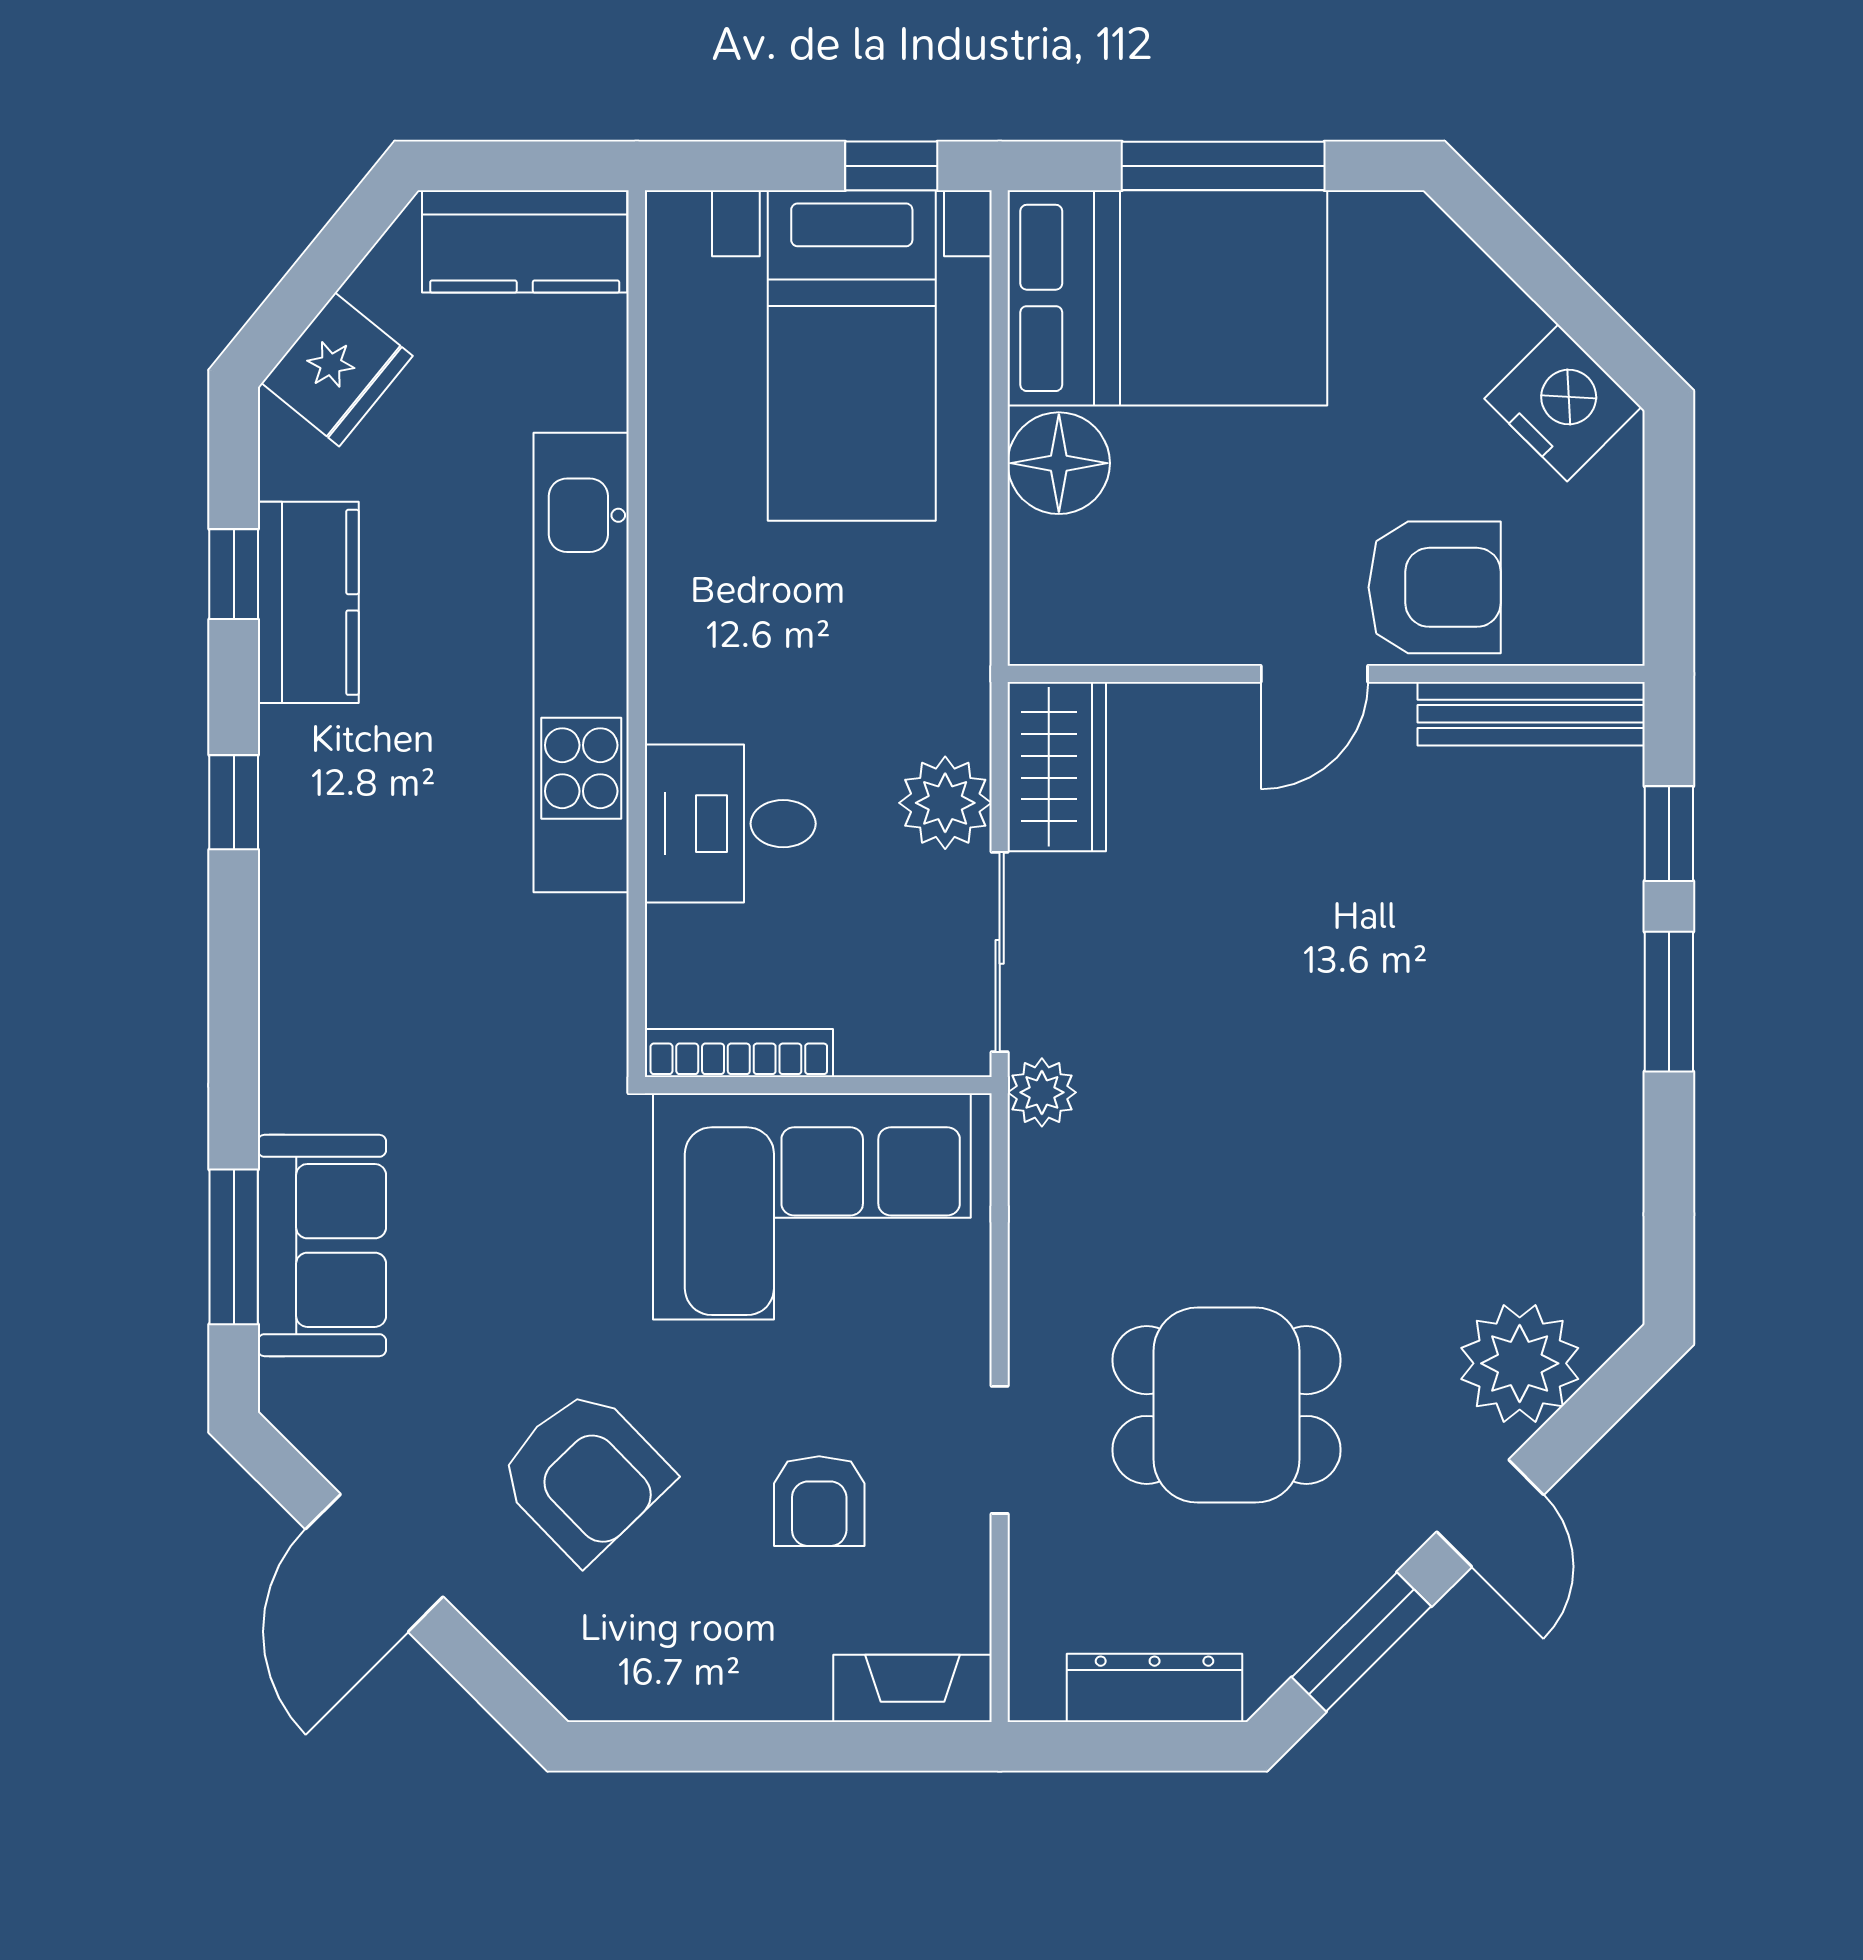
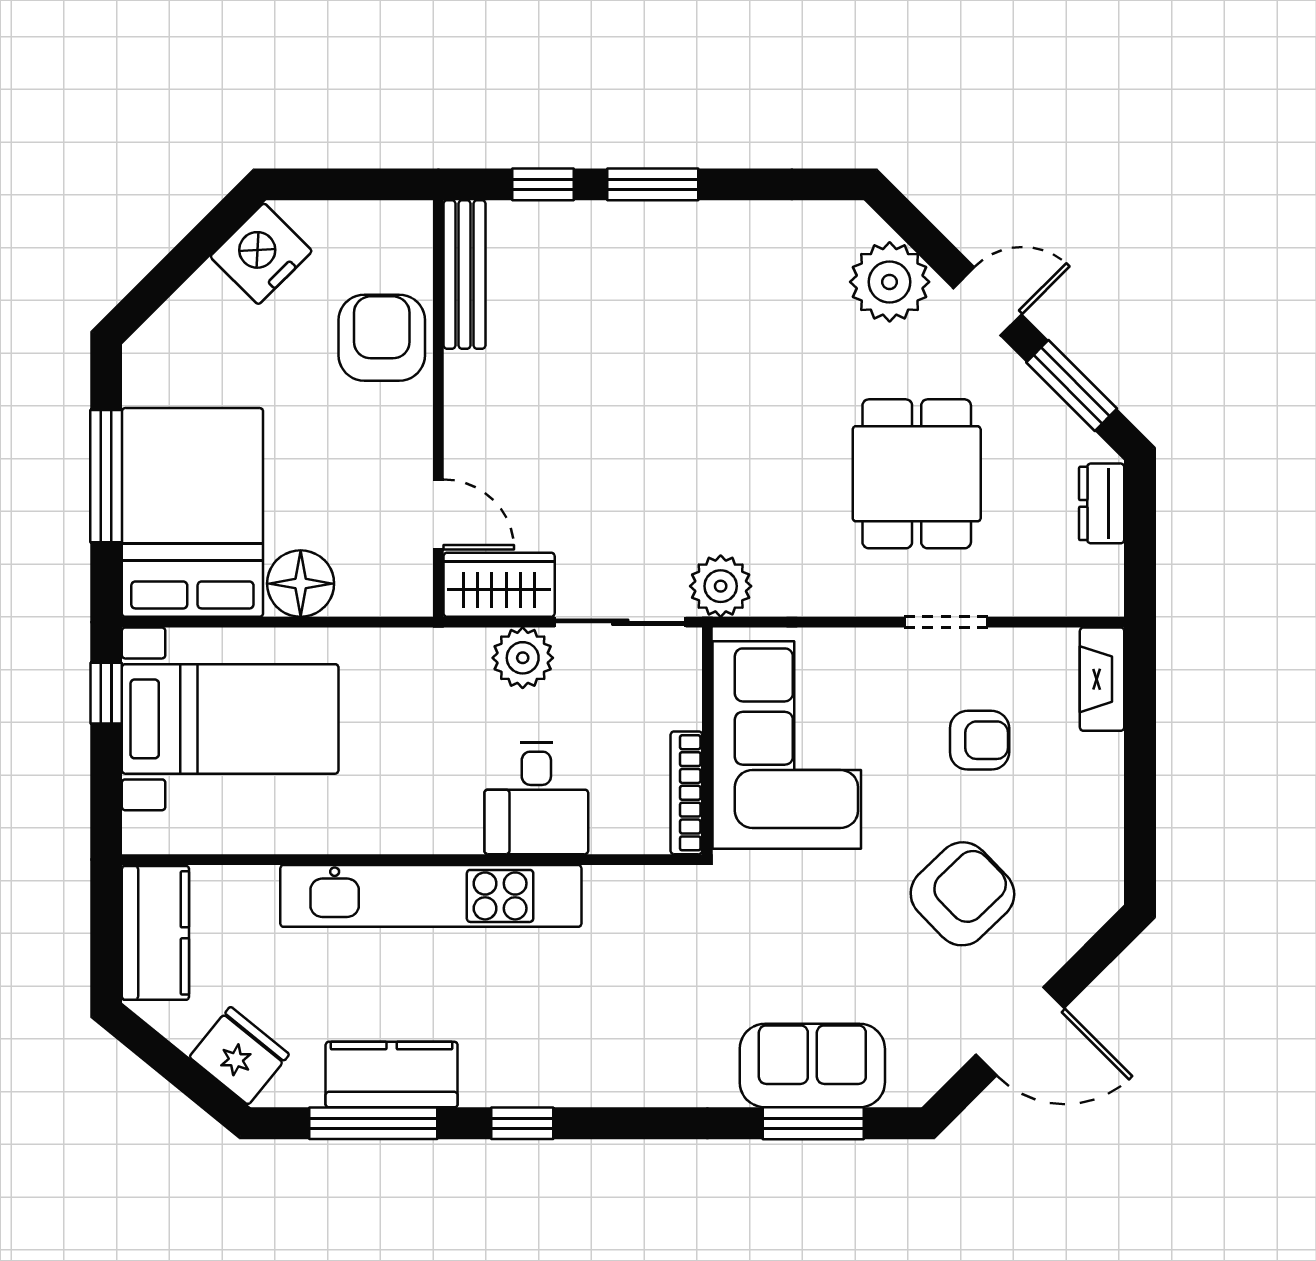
window: (234, 574) -> (373, 1123), width x2.17
door: (1314, 674) -> (438, 515), moved
plant: (1042, 1092) -> (721, 586), width x1.38, depth x1.38
dresser: (1155, 1688) -> (1102, 503), width x0.70

